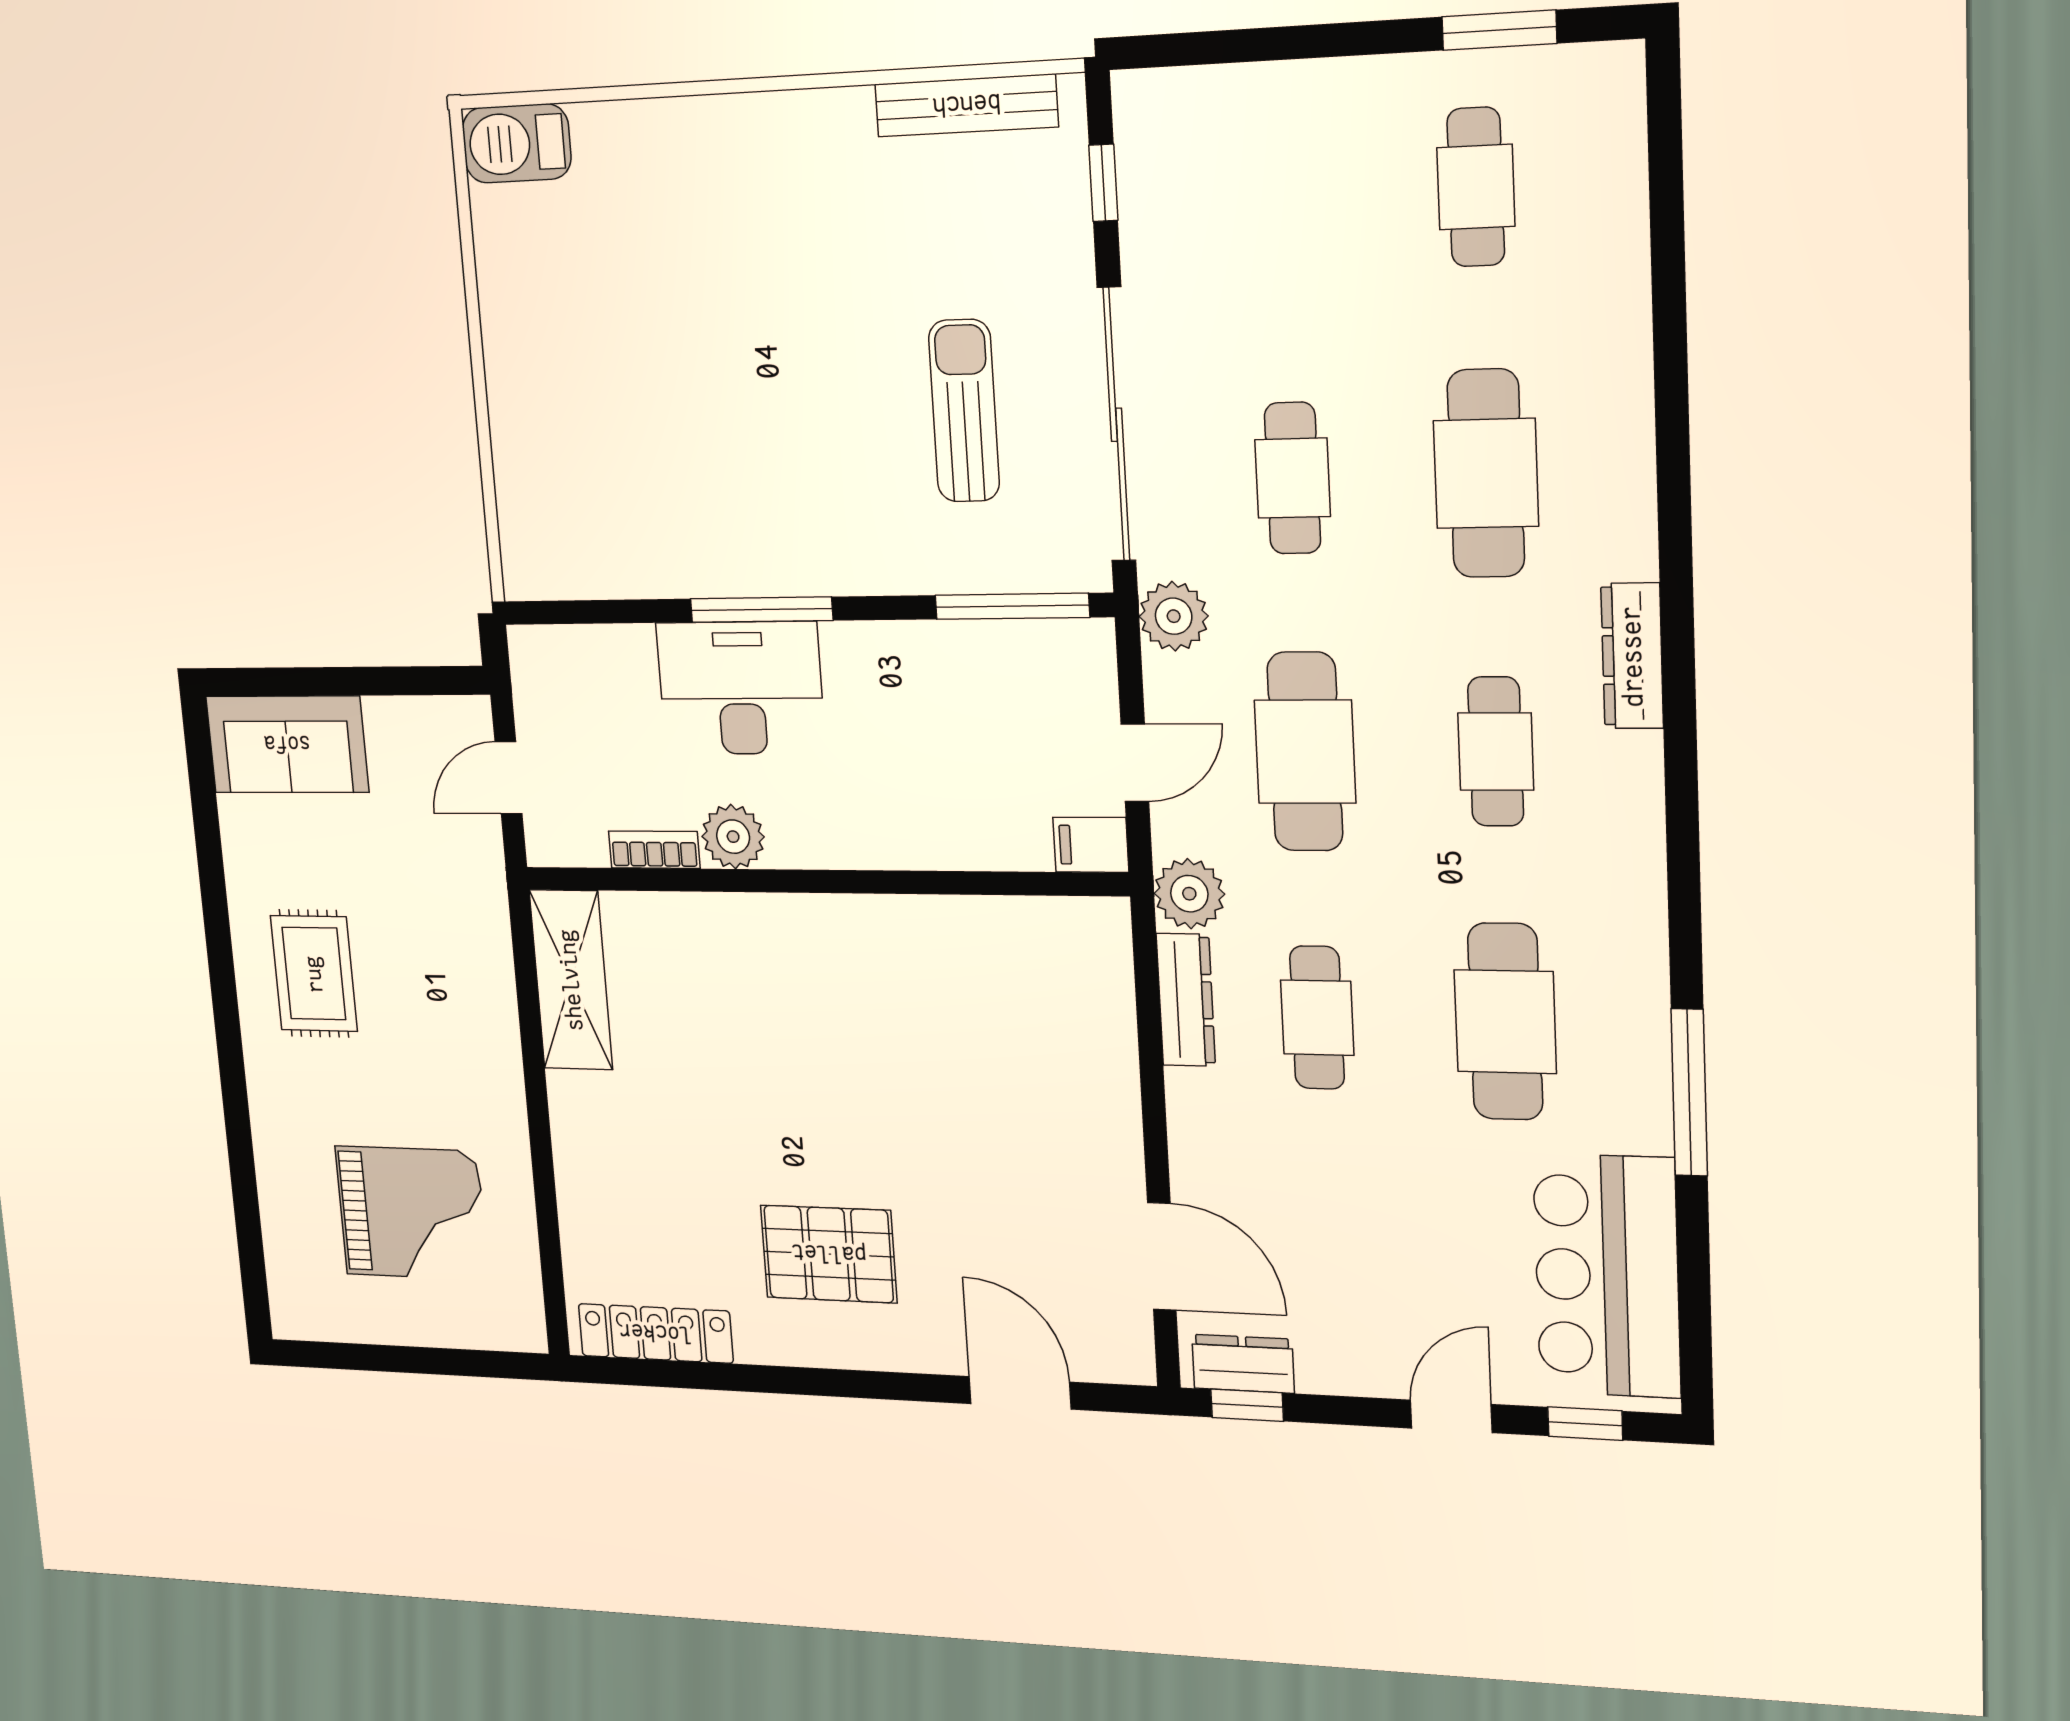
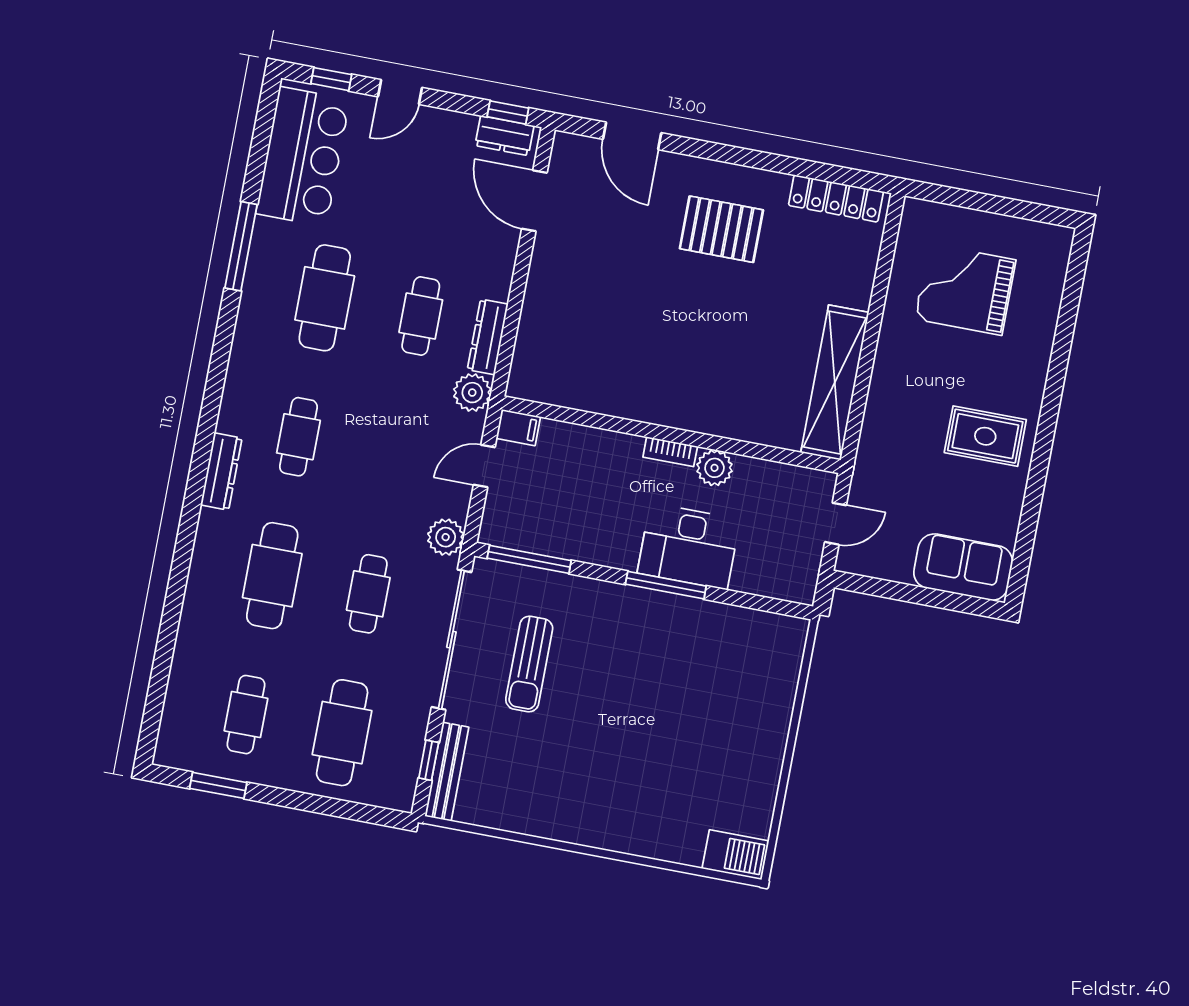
bench: (966, 105) -> (447, 772), moved, turned 90
cafe table: (1305, 752) -> (342, 733), moved
bookcase: (654, 850) -> (670, 452), moved
rug: (314, 974) -> (985, 436), turned 90
shelving: (571, 980) -> (835, 383), width x1.47

